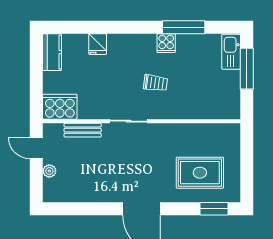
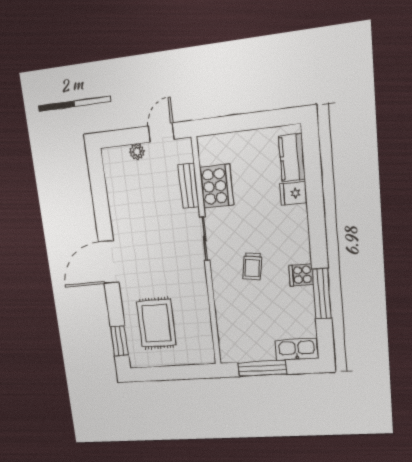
kitchen counter: (52, 52) -> (292, 158), moved, turned 90
window: (247, 69) -> (262, 368), moved
cooker: (60, 107) -> (216, 186), moved

